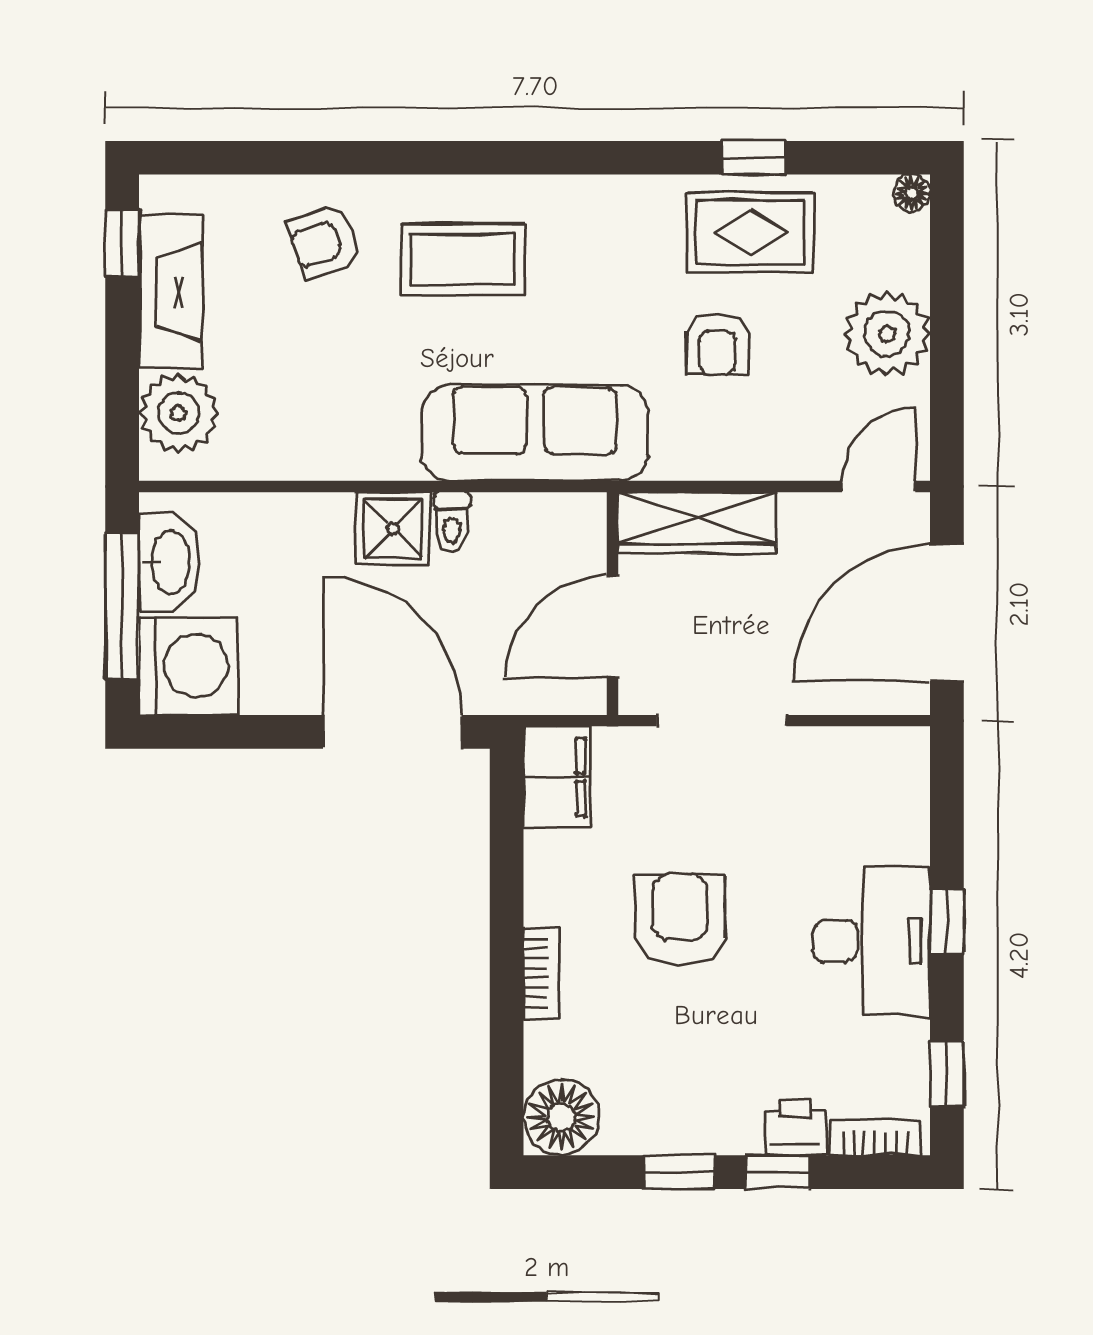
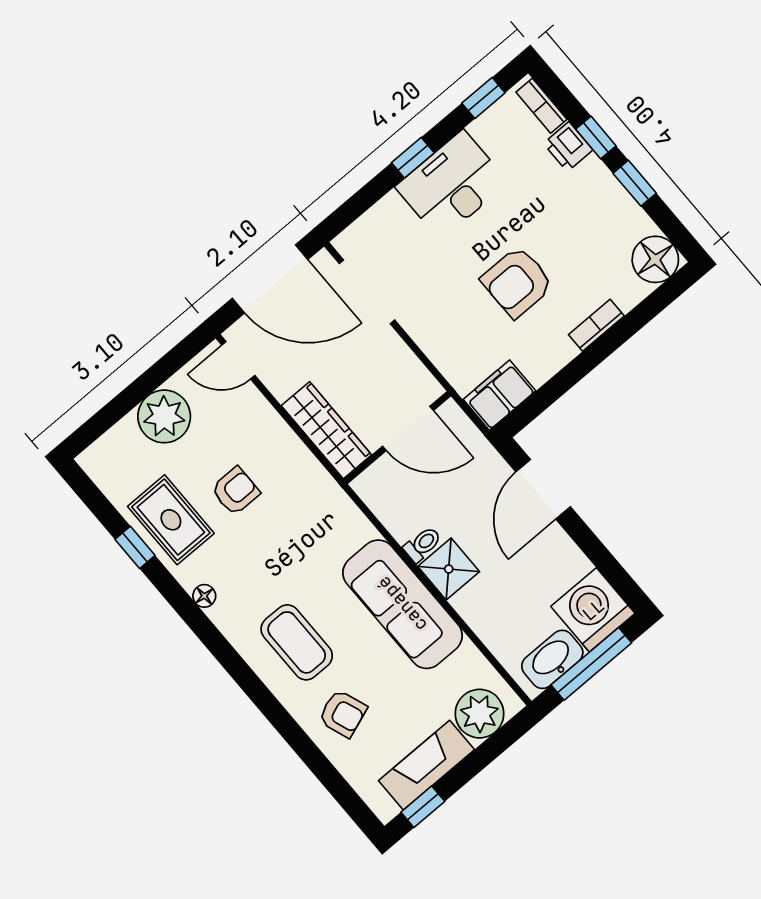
floor lamp: (912, 193) -> (204, 596), moved
sofa: (535, 433) -> (402, 604), moved
doorway: (722, 721) -> (367, 292), moved
door: (392, 732) -> (543, 489), width x0.73

